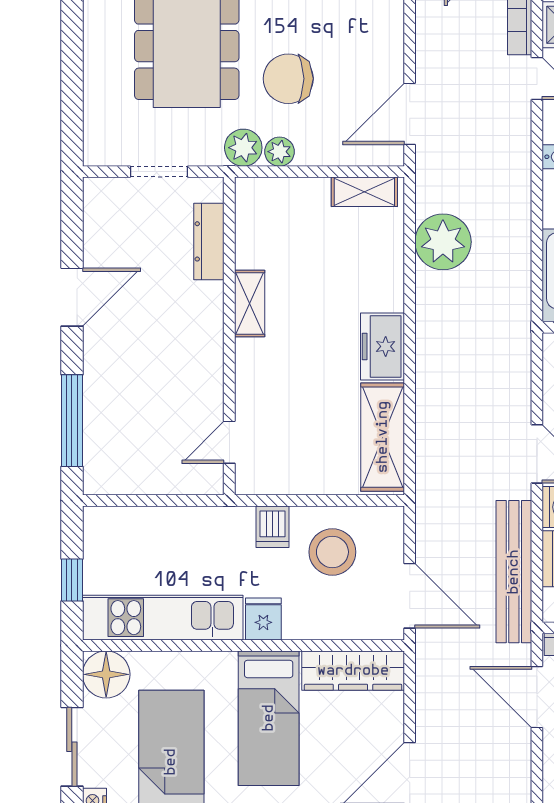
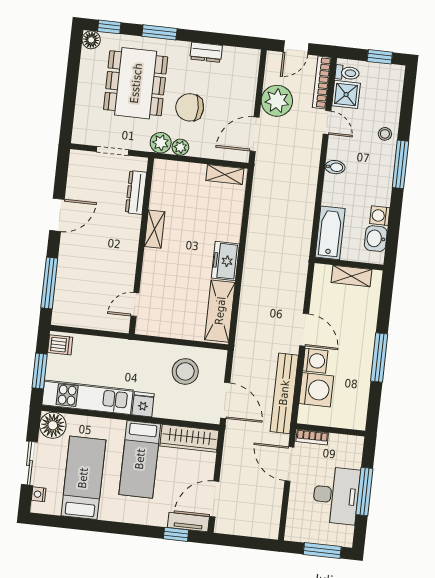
plant: (443, 242) -> (277, 101), moved
dishwasher: (273, 527) -> (60, 345), moved, turned -90
window: (72, 580) -> (40, 371), width x1.50

